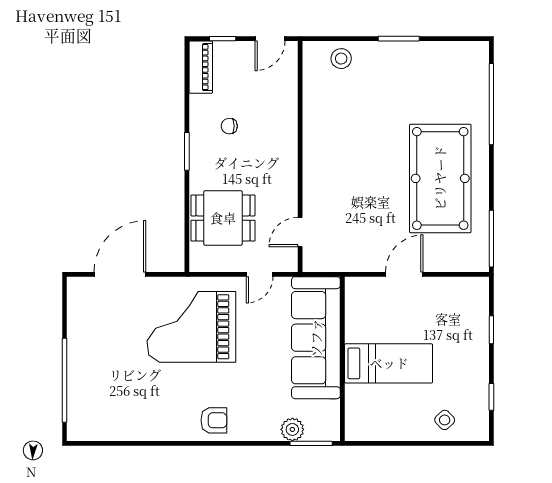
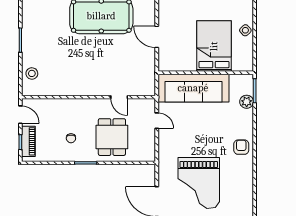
piano: (201, 67) -> (28, 141), moved, turned 90
dining table: (223, 218) -> (112, 137), moved
door: (300, 232) -> (119, 97), moved
grand piano: (191, 327) -> (199, 183), moved
bed: (389, 363) -> (214, 46), width x1.50
side table: (445, 420) -> (245, 30), moved

